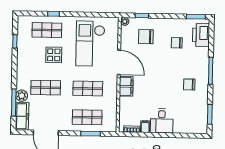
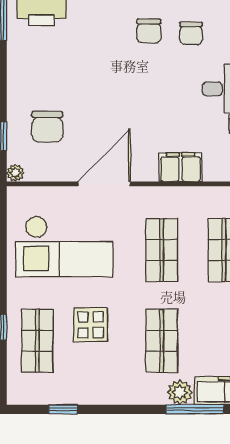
chair: (177, 43) -> (191, 33), moved
filing cabinet: (126, 86) -> (180, 167), moved

